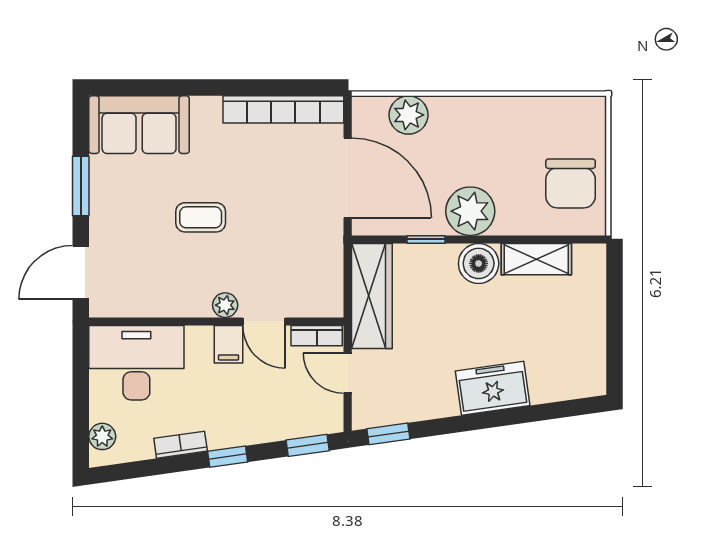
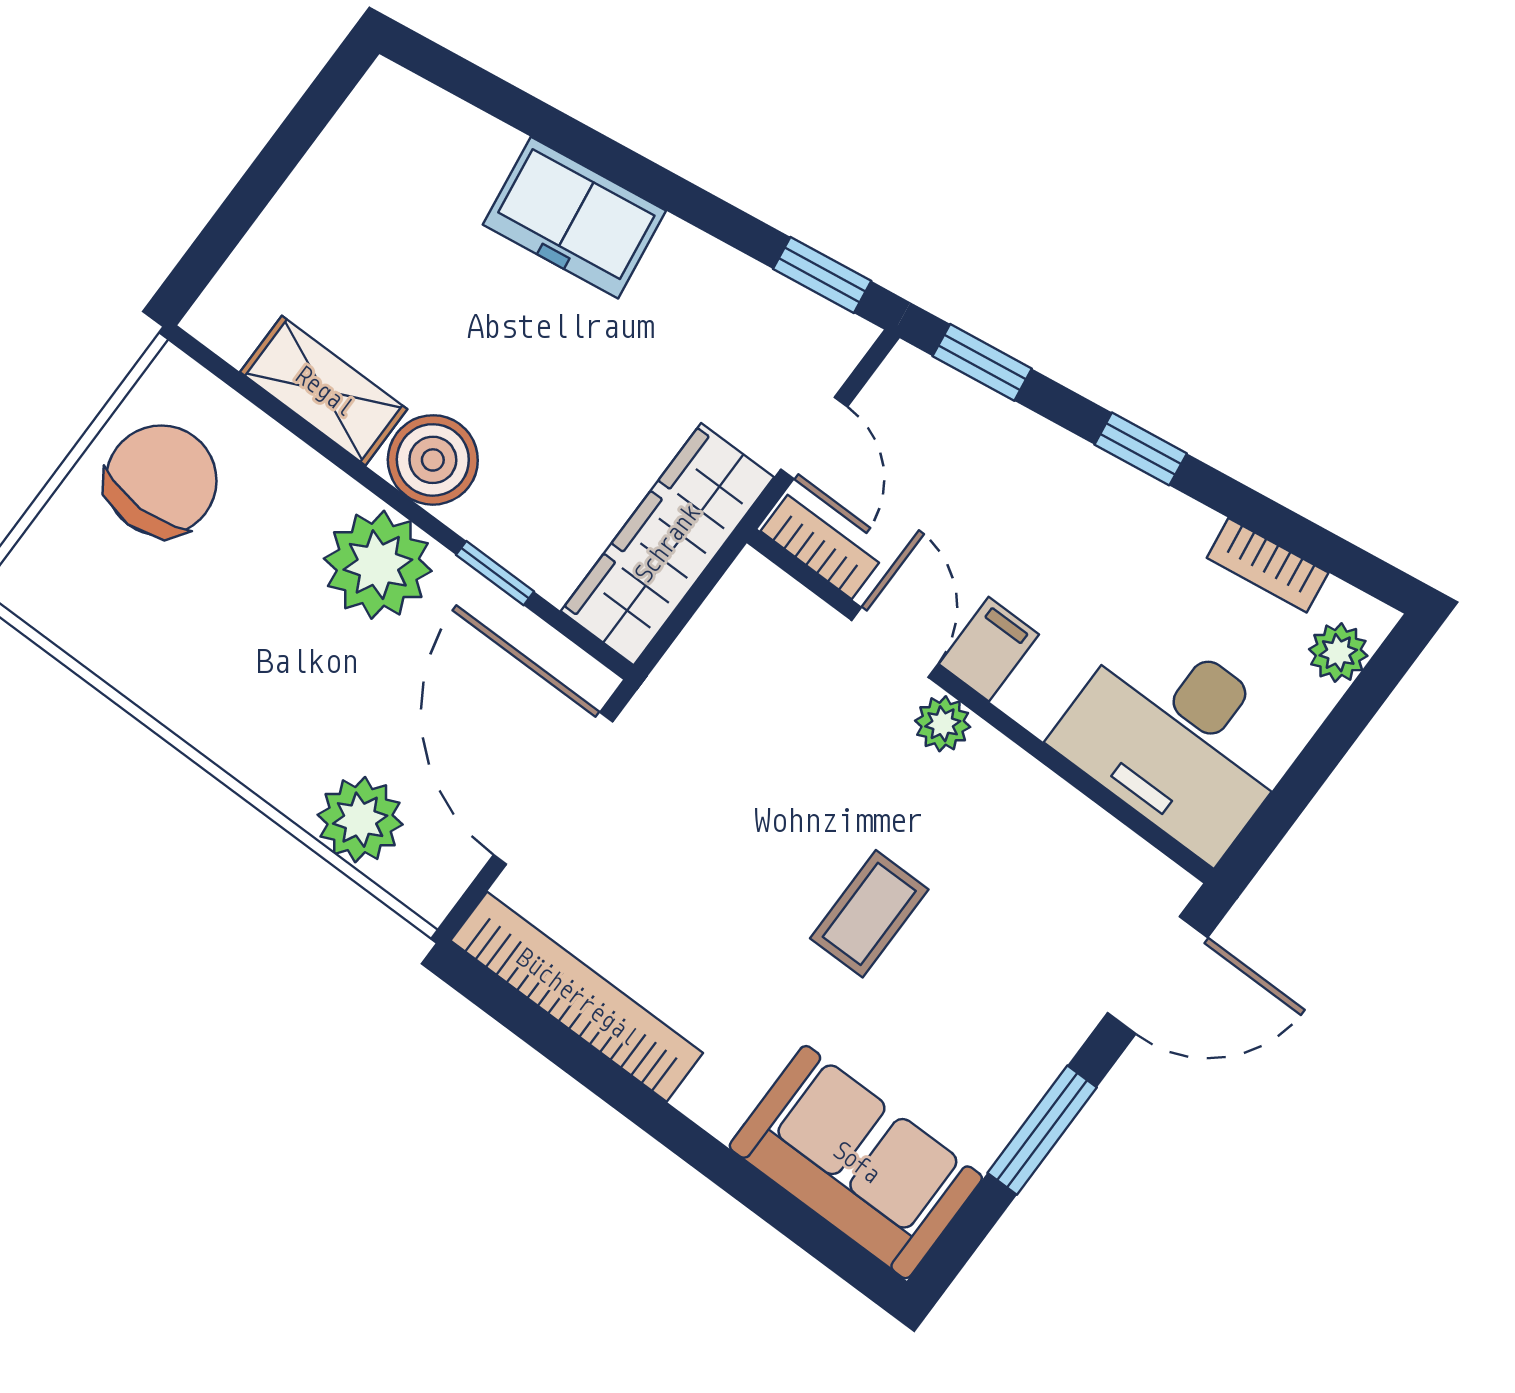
coffee table: (201, 217) -> (869, 914), turned 90
bookcase: (181, 445) -> (1268, 565), moved

